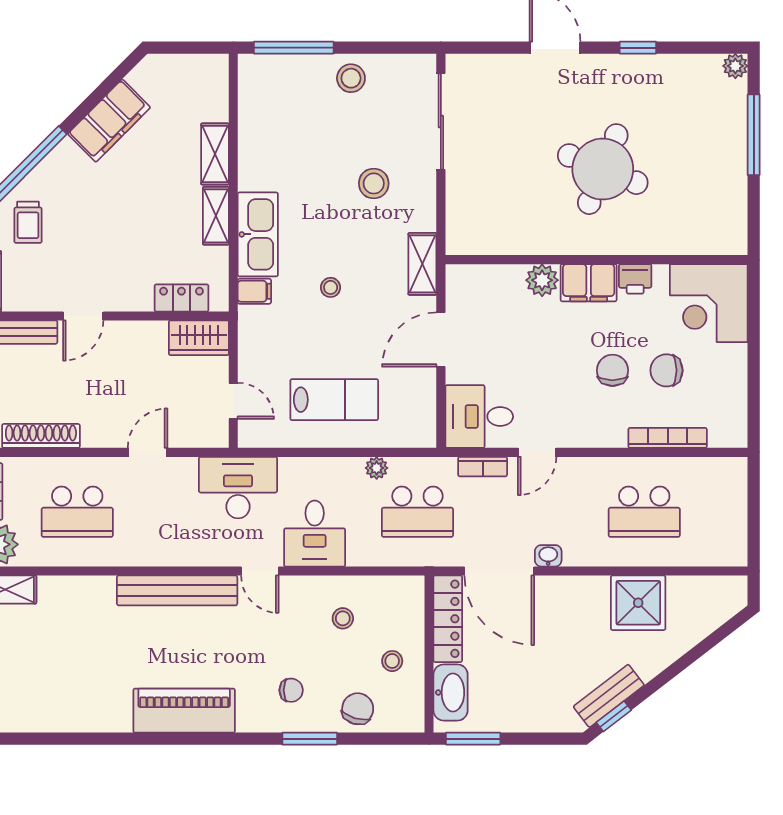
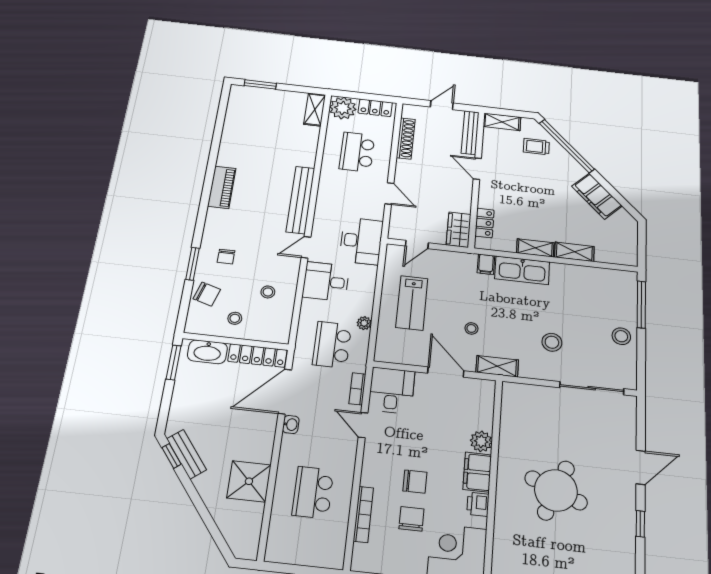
stool: (331, 287) -> (471, 328), moved
piano: (184, 711) -> (222, 187), width x0.73, depth x0.75

